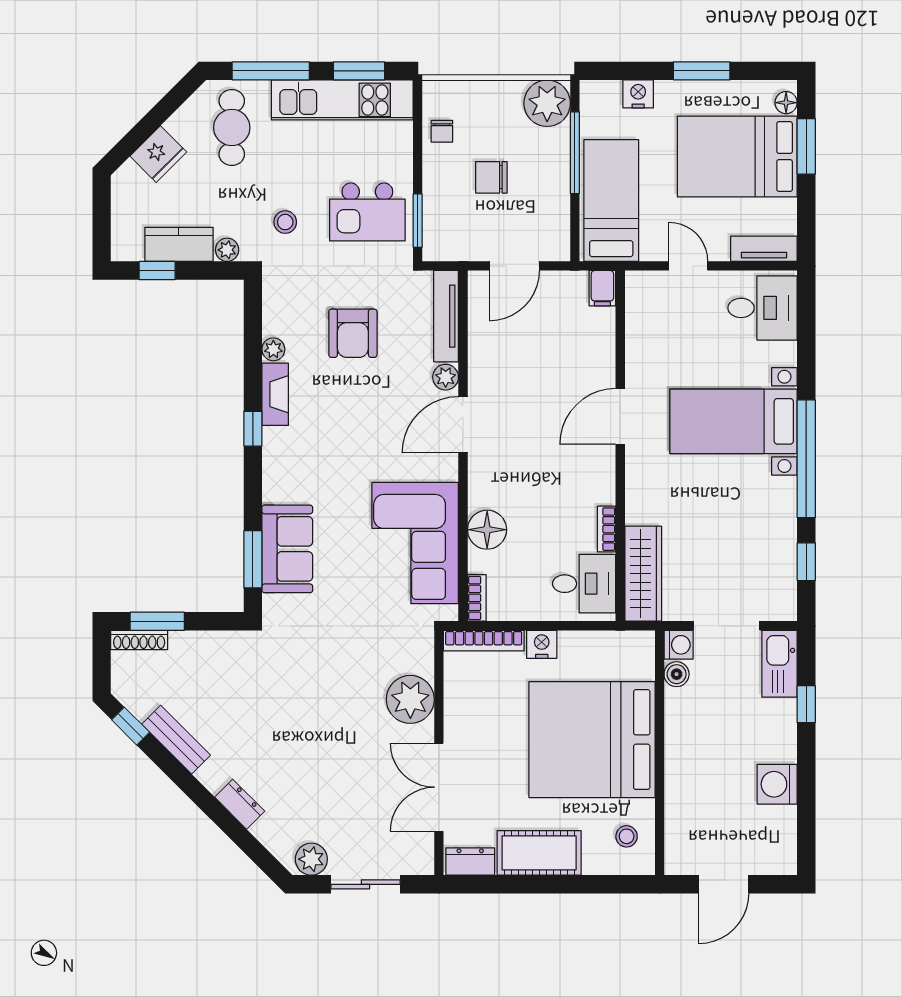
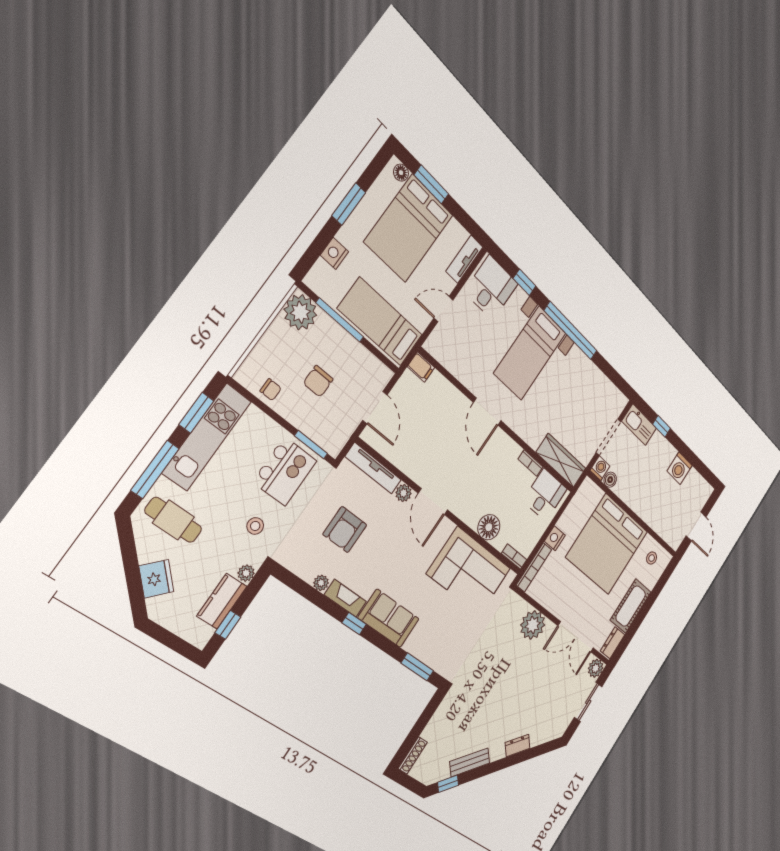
armchair: (353, 333) -> (345, 530), turned 90
sofa: (287, 549) -> (389, 618), moved
window: (806, 562) -> (524, 282), moved
window: (157, 621) -> (411, 740), removed
plant: (311, 859) -> (596, 668), moved

